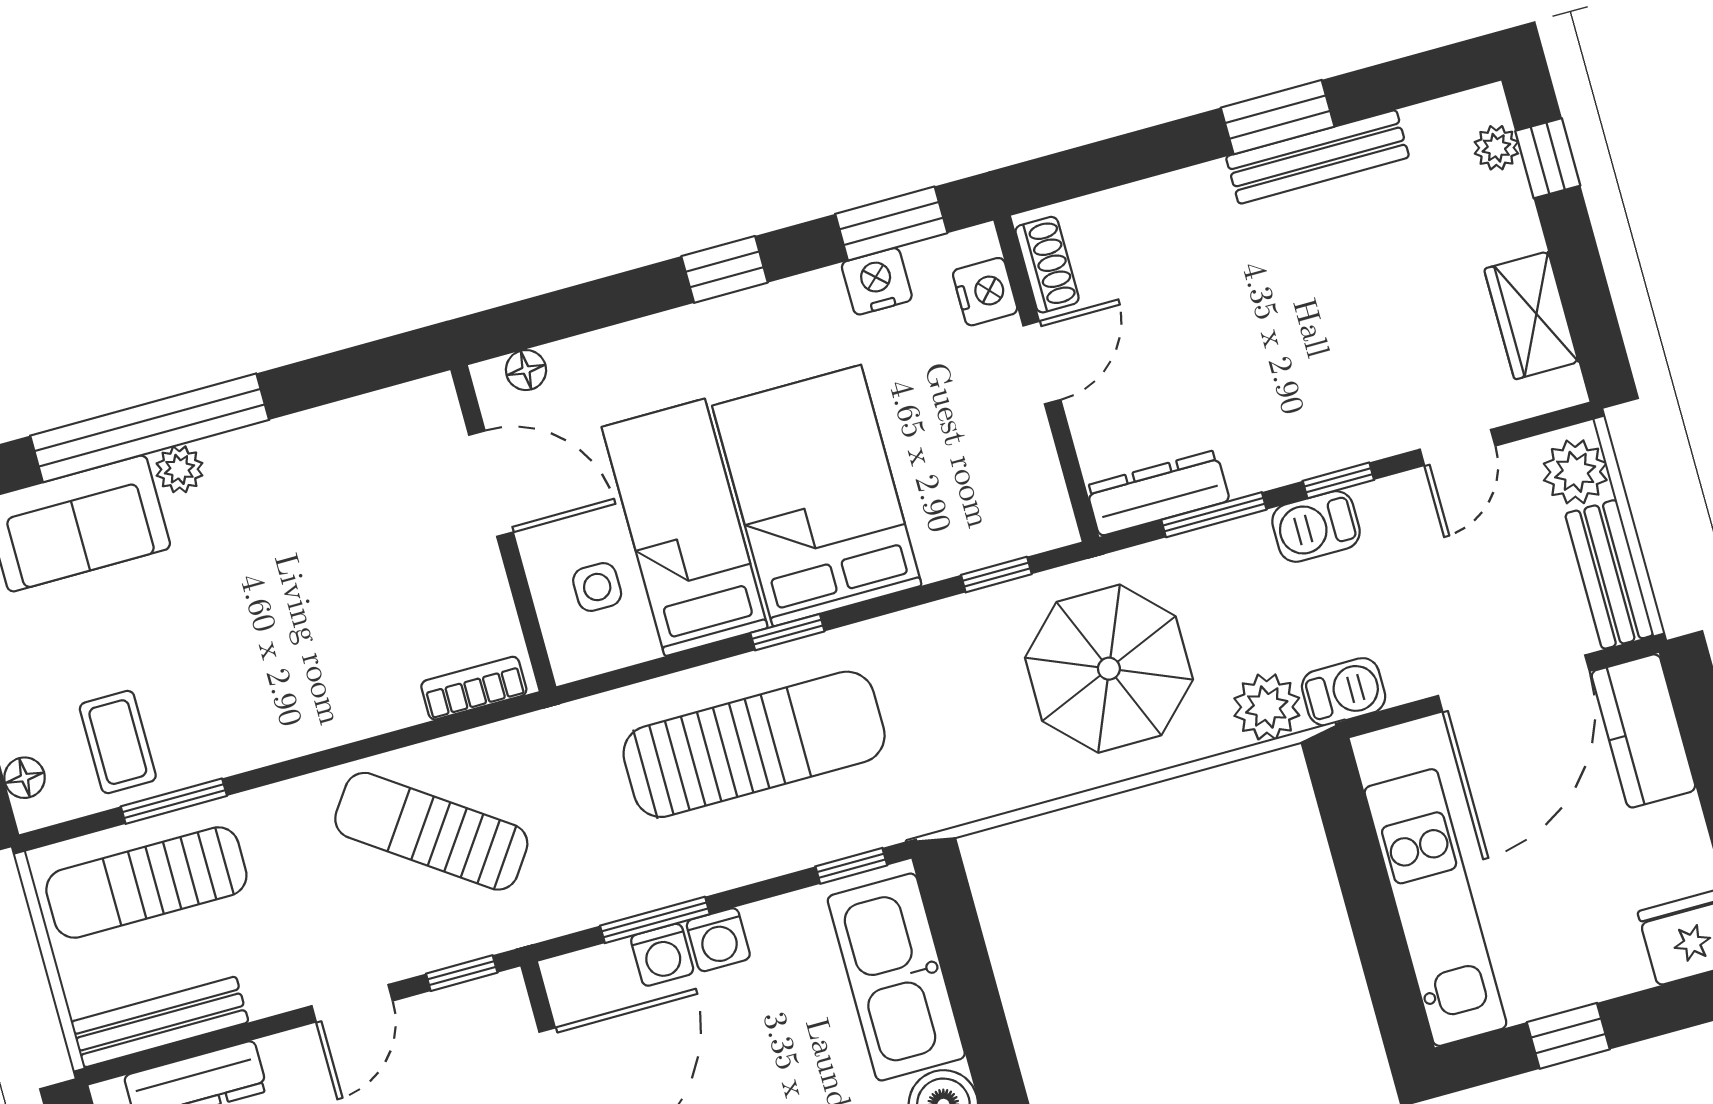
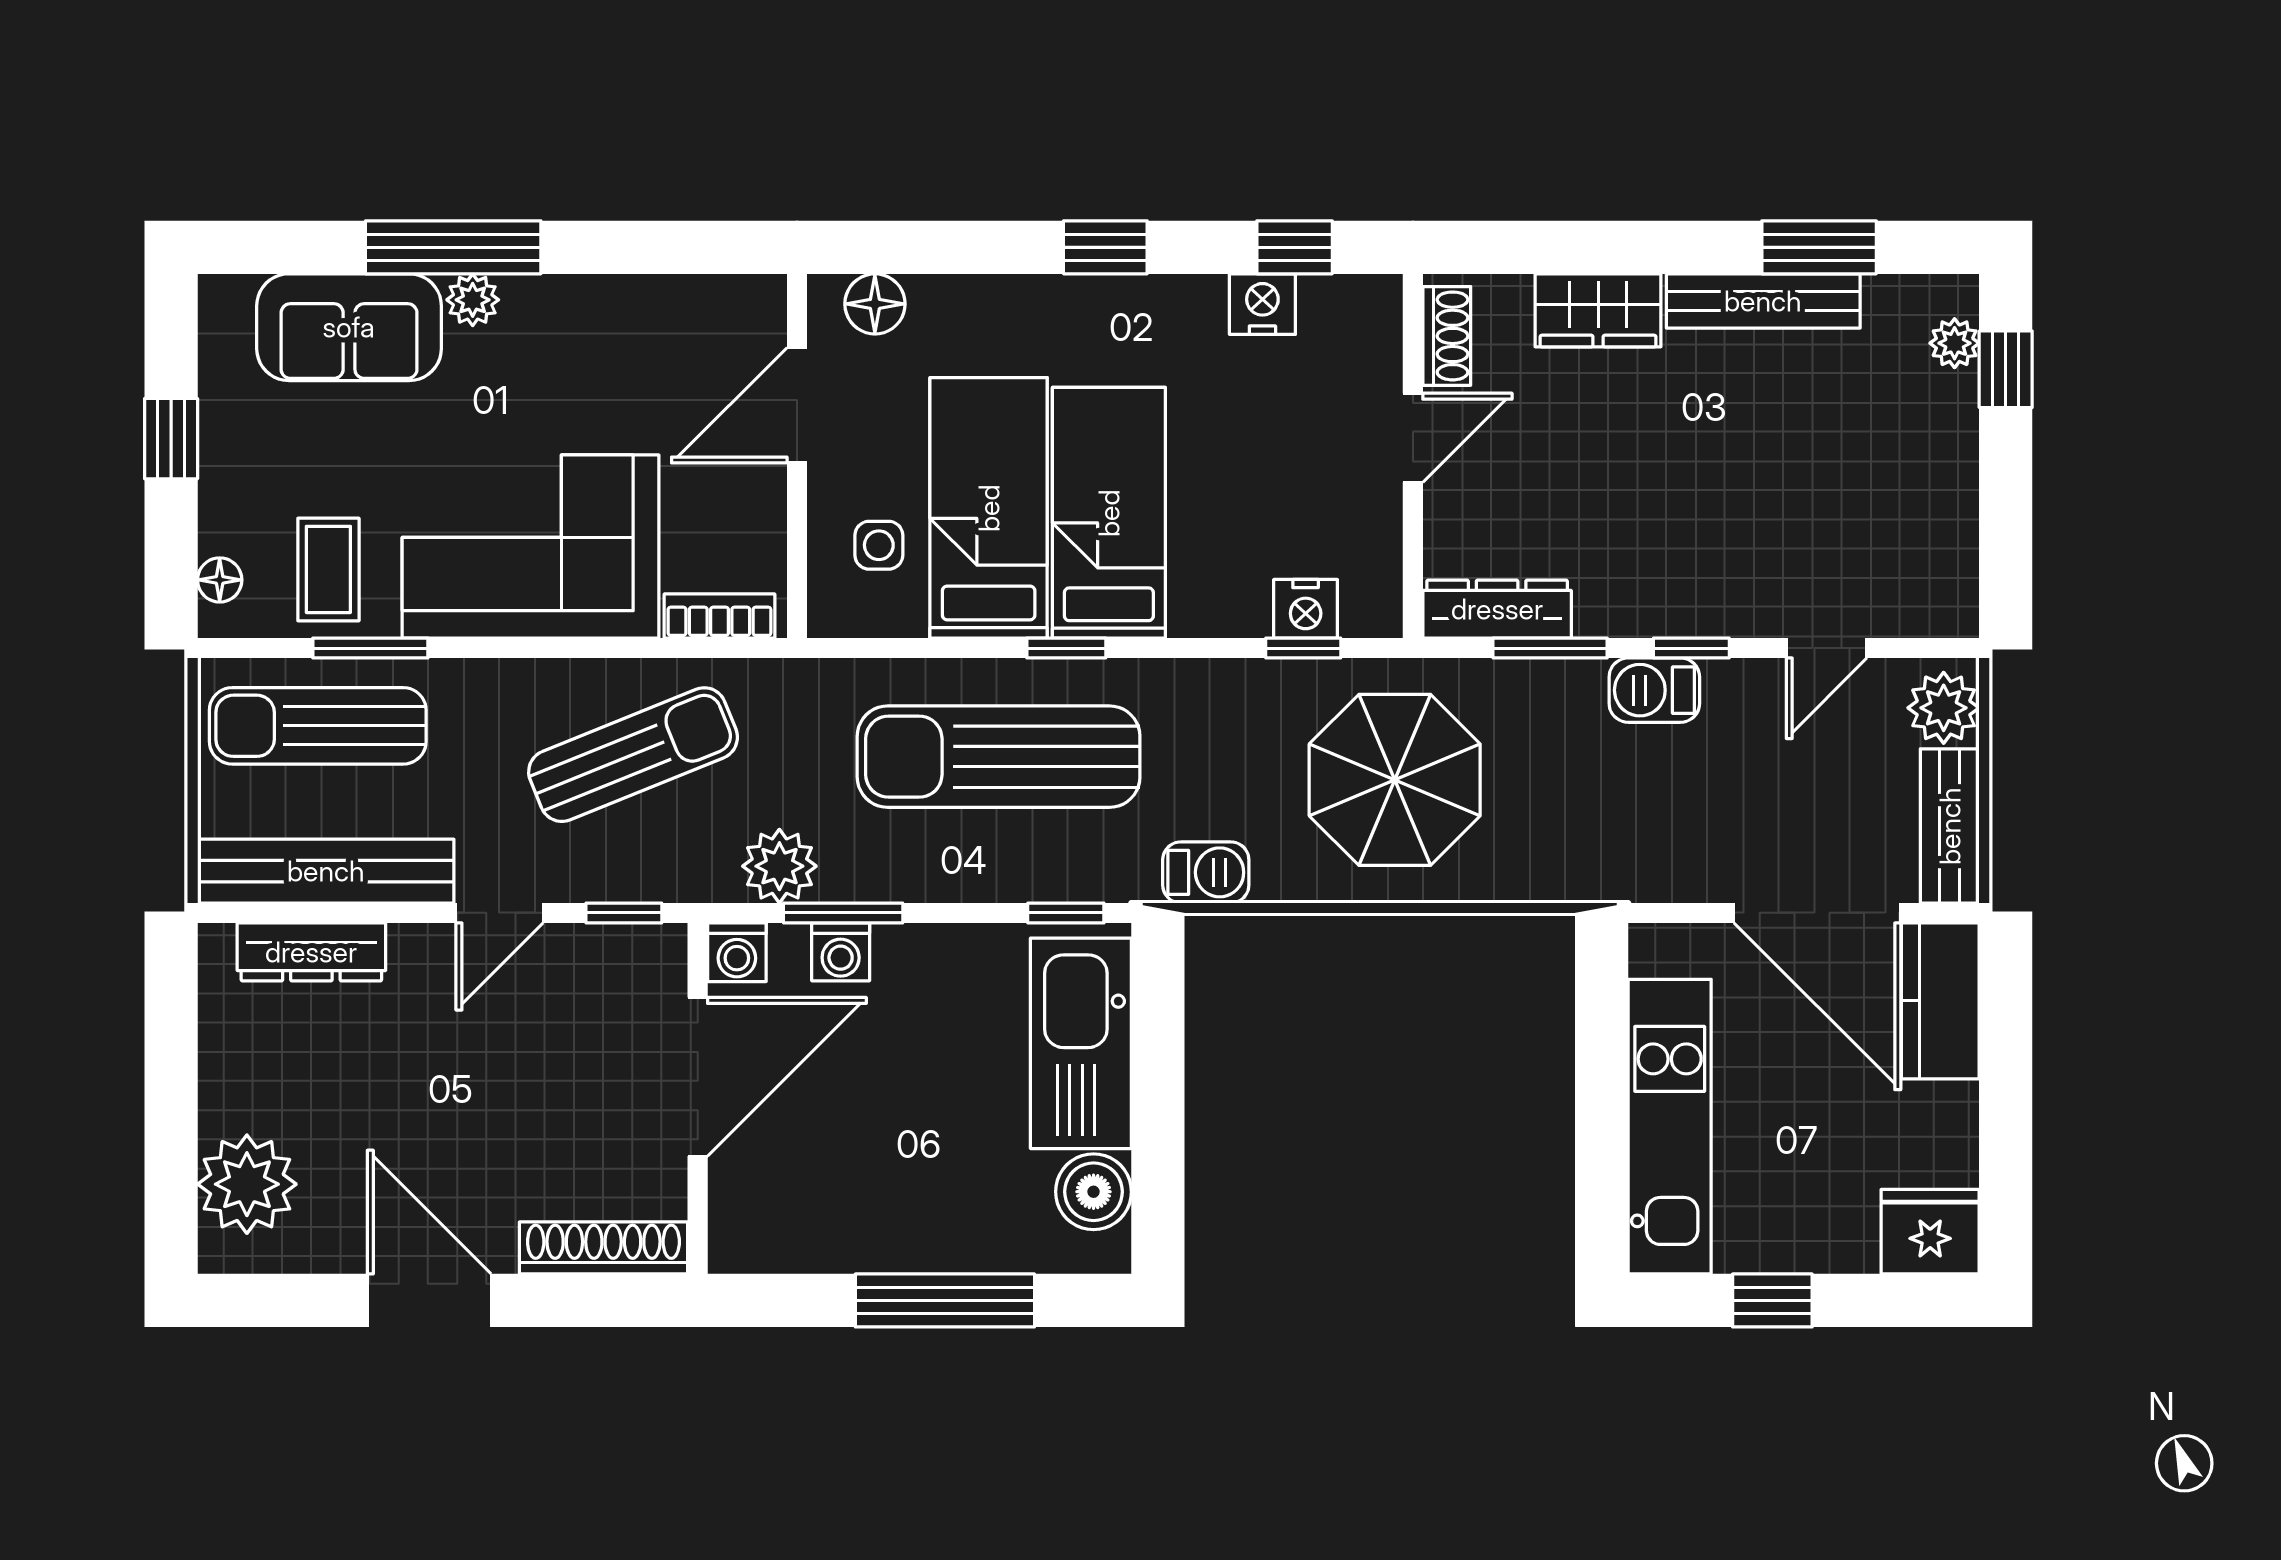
window: (1278, 117) -> (1819, 247), moved
window: (891, 223) -> (1295, 247), width x0.67
nightstand: (985, 292) -> (1306, 609), moved, turned 90
wardrobe: (1531, 315) -> (1598, 310), moved, turned -90
floor lamp: (526, 370) -> (875, 304), width x1.37, depth x1.37
window: (150, 428) -> (453, 247), width x0.68
door: (491, 484) -> (797, 405), swing flipped
bed: (817, 496) -> (1109, 513), width x0.67
corner sofa: (290, 673) -> (531, 547), added
door: (1514, 683) -> (1817, 913), hinge flipped
barbecue: (1344, 692) -> (1206, 872), moved
plant: (1267, 707) -> (779, 866), moved
sun lounger: (754, 744) -> (999, 757), turned 180
sun lounger: (431, 831) -> (633, 755), turned 123
washing machine: (718, 940) -> (737, 952), moved
bench: (160, 1022) -> (326, 871), width x1.37, depth x1.21

